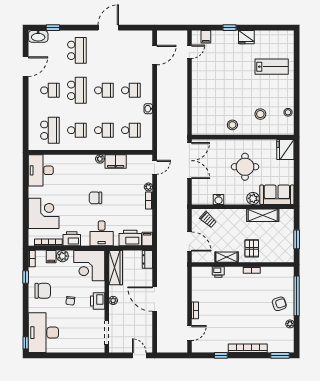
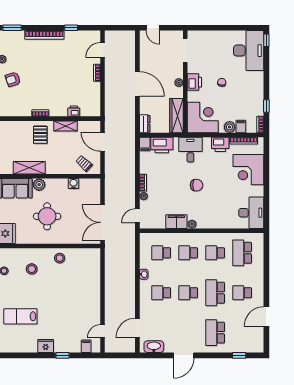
washbasin: (38, 36) -> (154, 347), moved
chair: (43, 291) -> (249, 92), removed

